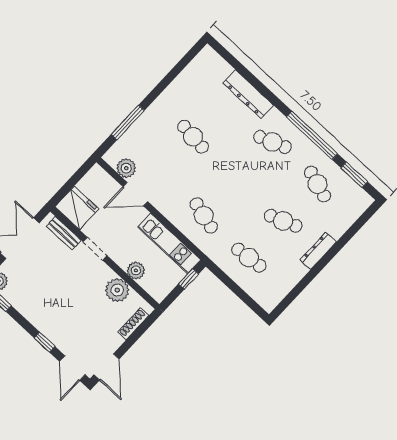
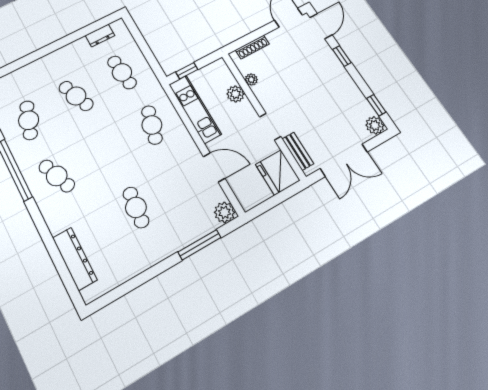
dresser: (248, 94) -> (75, 259), moved
plant: (126, 168) -> (225, 212), moved
dresser: (318, 251) -> (100, 35), moved, width x0.70
plant: (117, 290) -> (251, 79), width x0.53, depth x0.53

